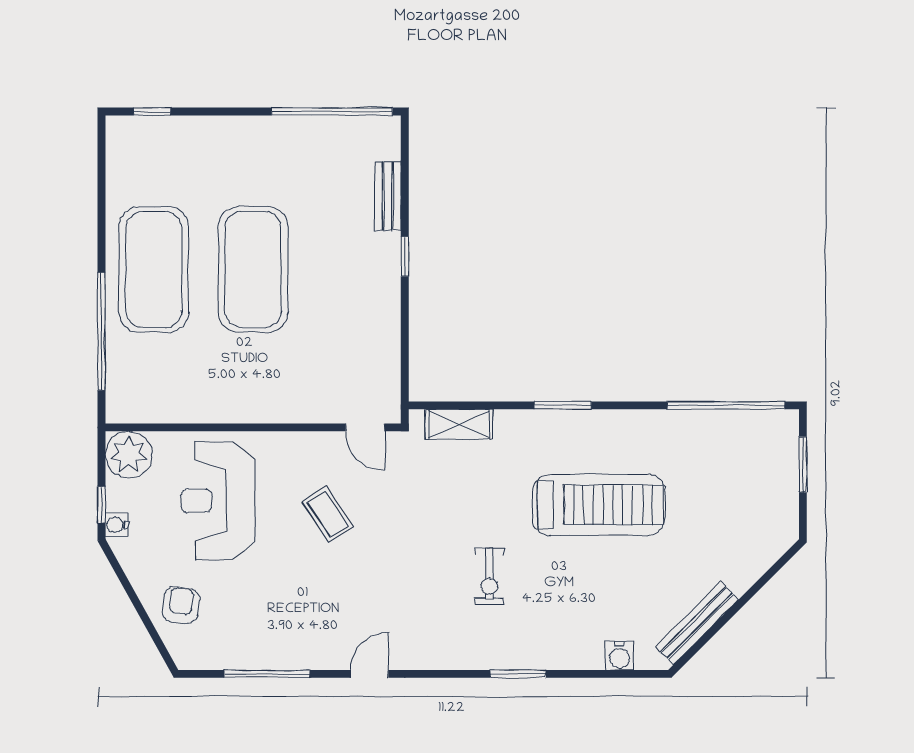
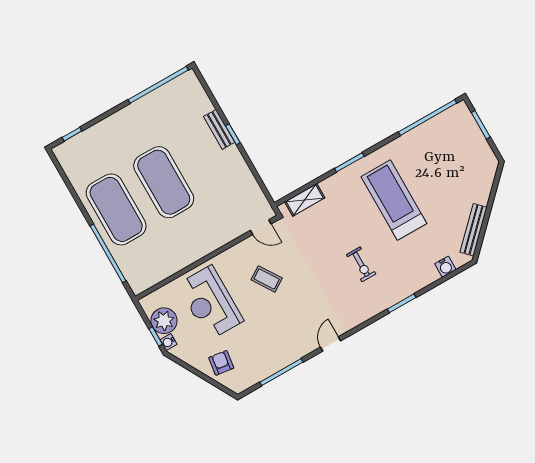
bench: (388, 196) -> (219, 129), moved
plant: (129, 455) -> (164, 321), moved
treadmill: (599, 505) -> (394, 200), turned -90

